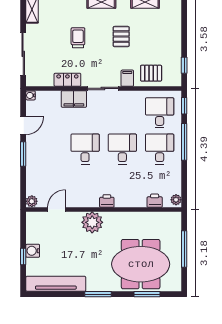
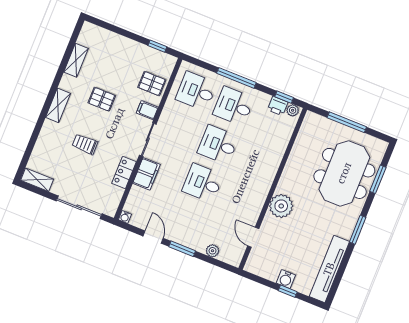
pallet: (151, 73) -> (152, 84), turned 90
window: (184, 106) -> (284, 97), moved
plant: (32, 201) -> (212, 251), moved
printer: (107, 201) -> (265, 182), removed
printer: (155, 201) -> (278, 106), moved, turned -90

